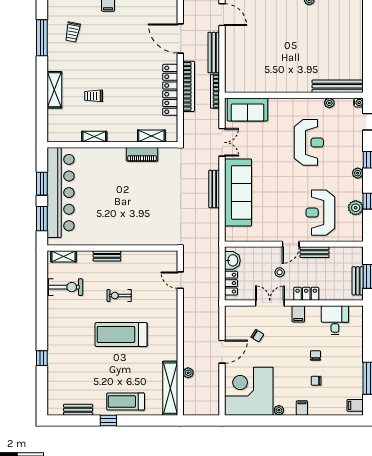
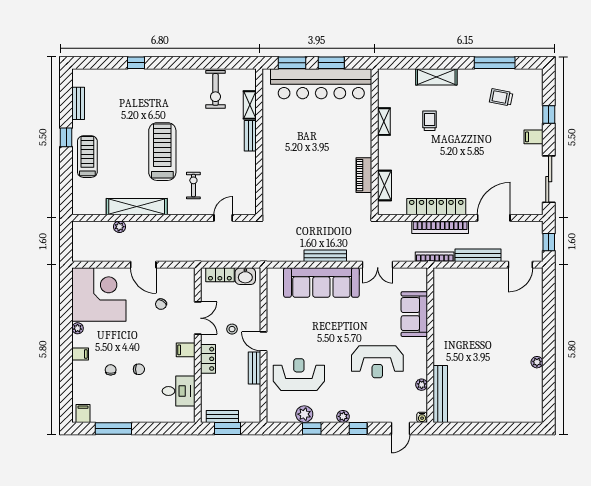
sofa: (247, 109) -> (414, 314), moved
shelving: (63, 256) -> (250, 105), moved
exercise bike: (119, 296) -> (193, 186), moved
shelving: (170, 388) -> (137, 207), moved

